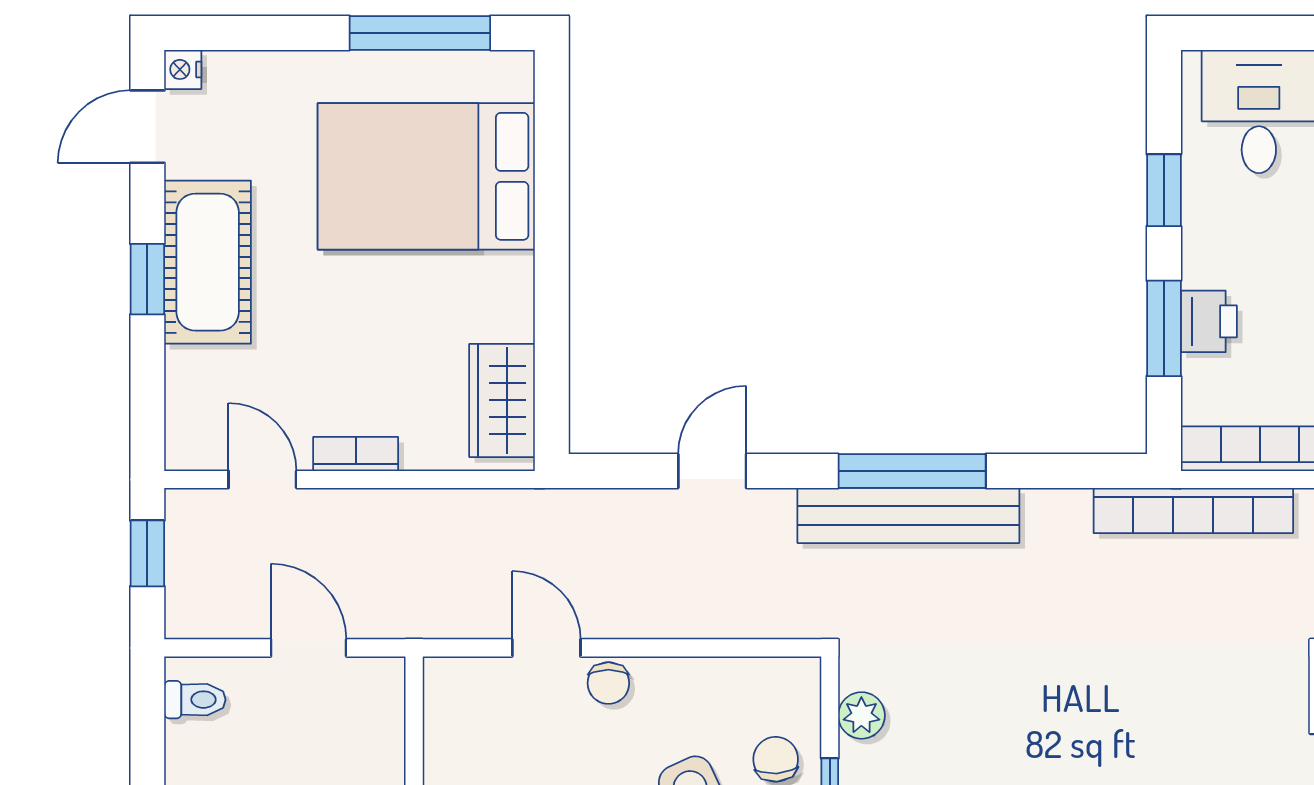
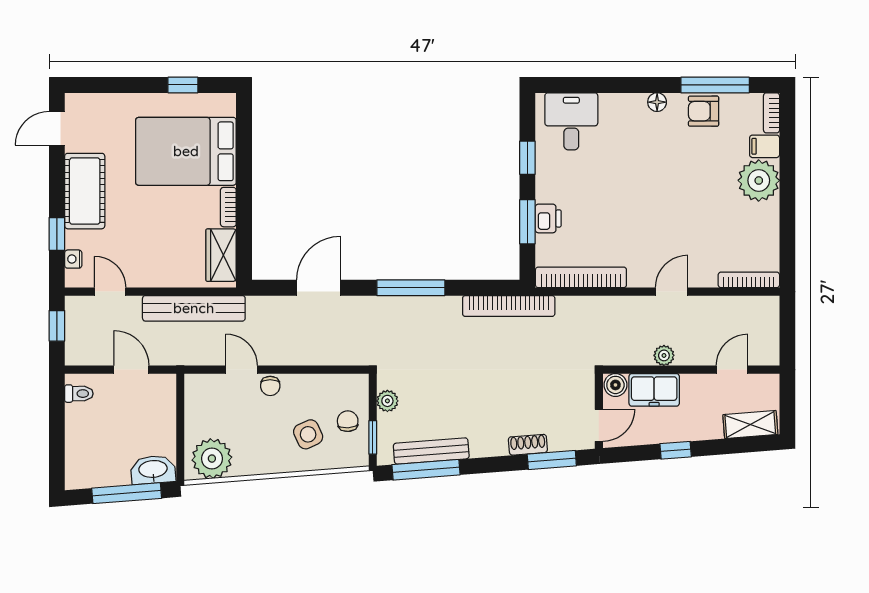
window: (420, 33) -> (183, 85), width x0.46
nightstand: (183, 69) -> (73, 259), moved
window: (147, 279) -> (57, 234), moved
bookcase: (356, 454) -> (228, 207), moved, turned -90
door: (712, 471) -> (318, 288), width x1.38
bookcase: (1193, 510) -> (509, 306), moved
bench: (908, 515) -> (194, 308), moved

